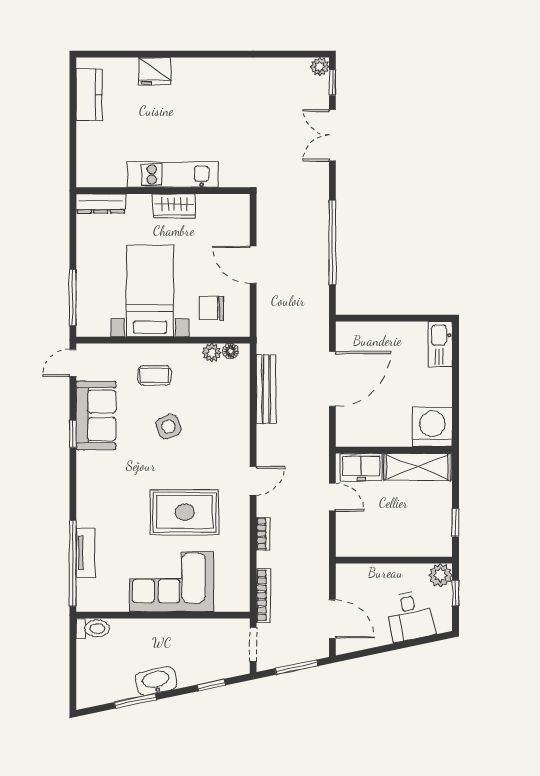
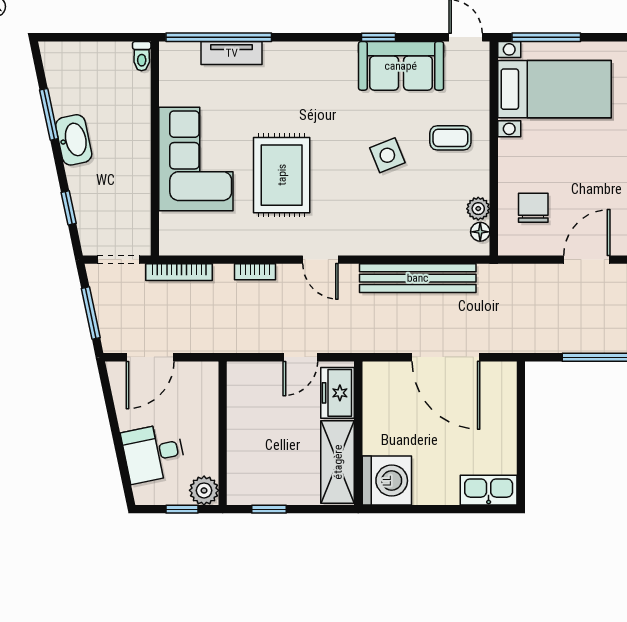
bed with nightstands: (150, 291) -> (555, 89), moved
coffee table: (154, 375) -> (450, 138), turned 90
bench: (266, 389) -> (418, 278), width x1.37, depth x1.21
toilet: (93, 628) -> (142, 56), width x0.73, depth x0.72

